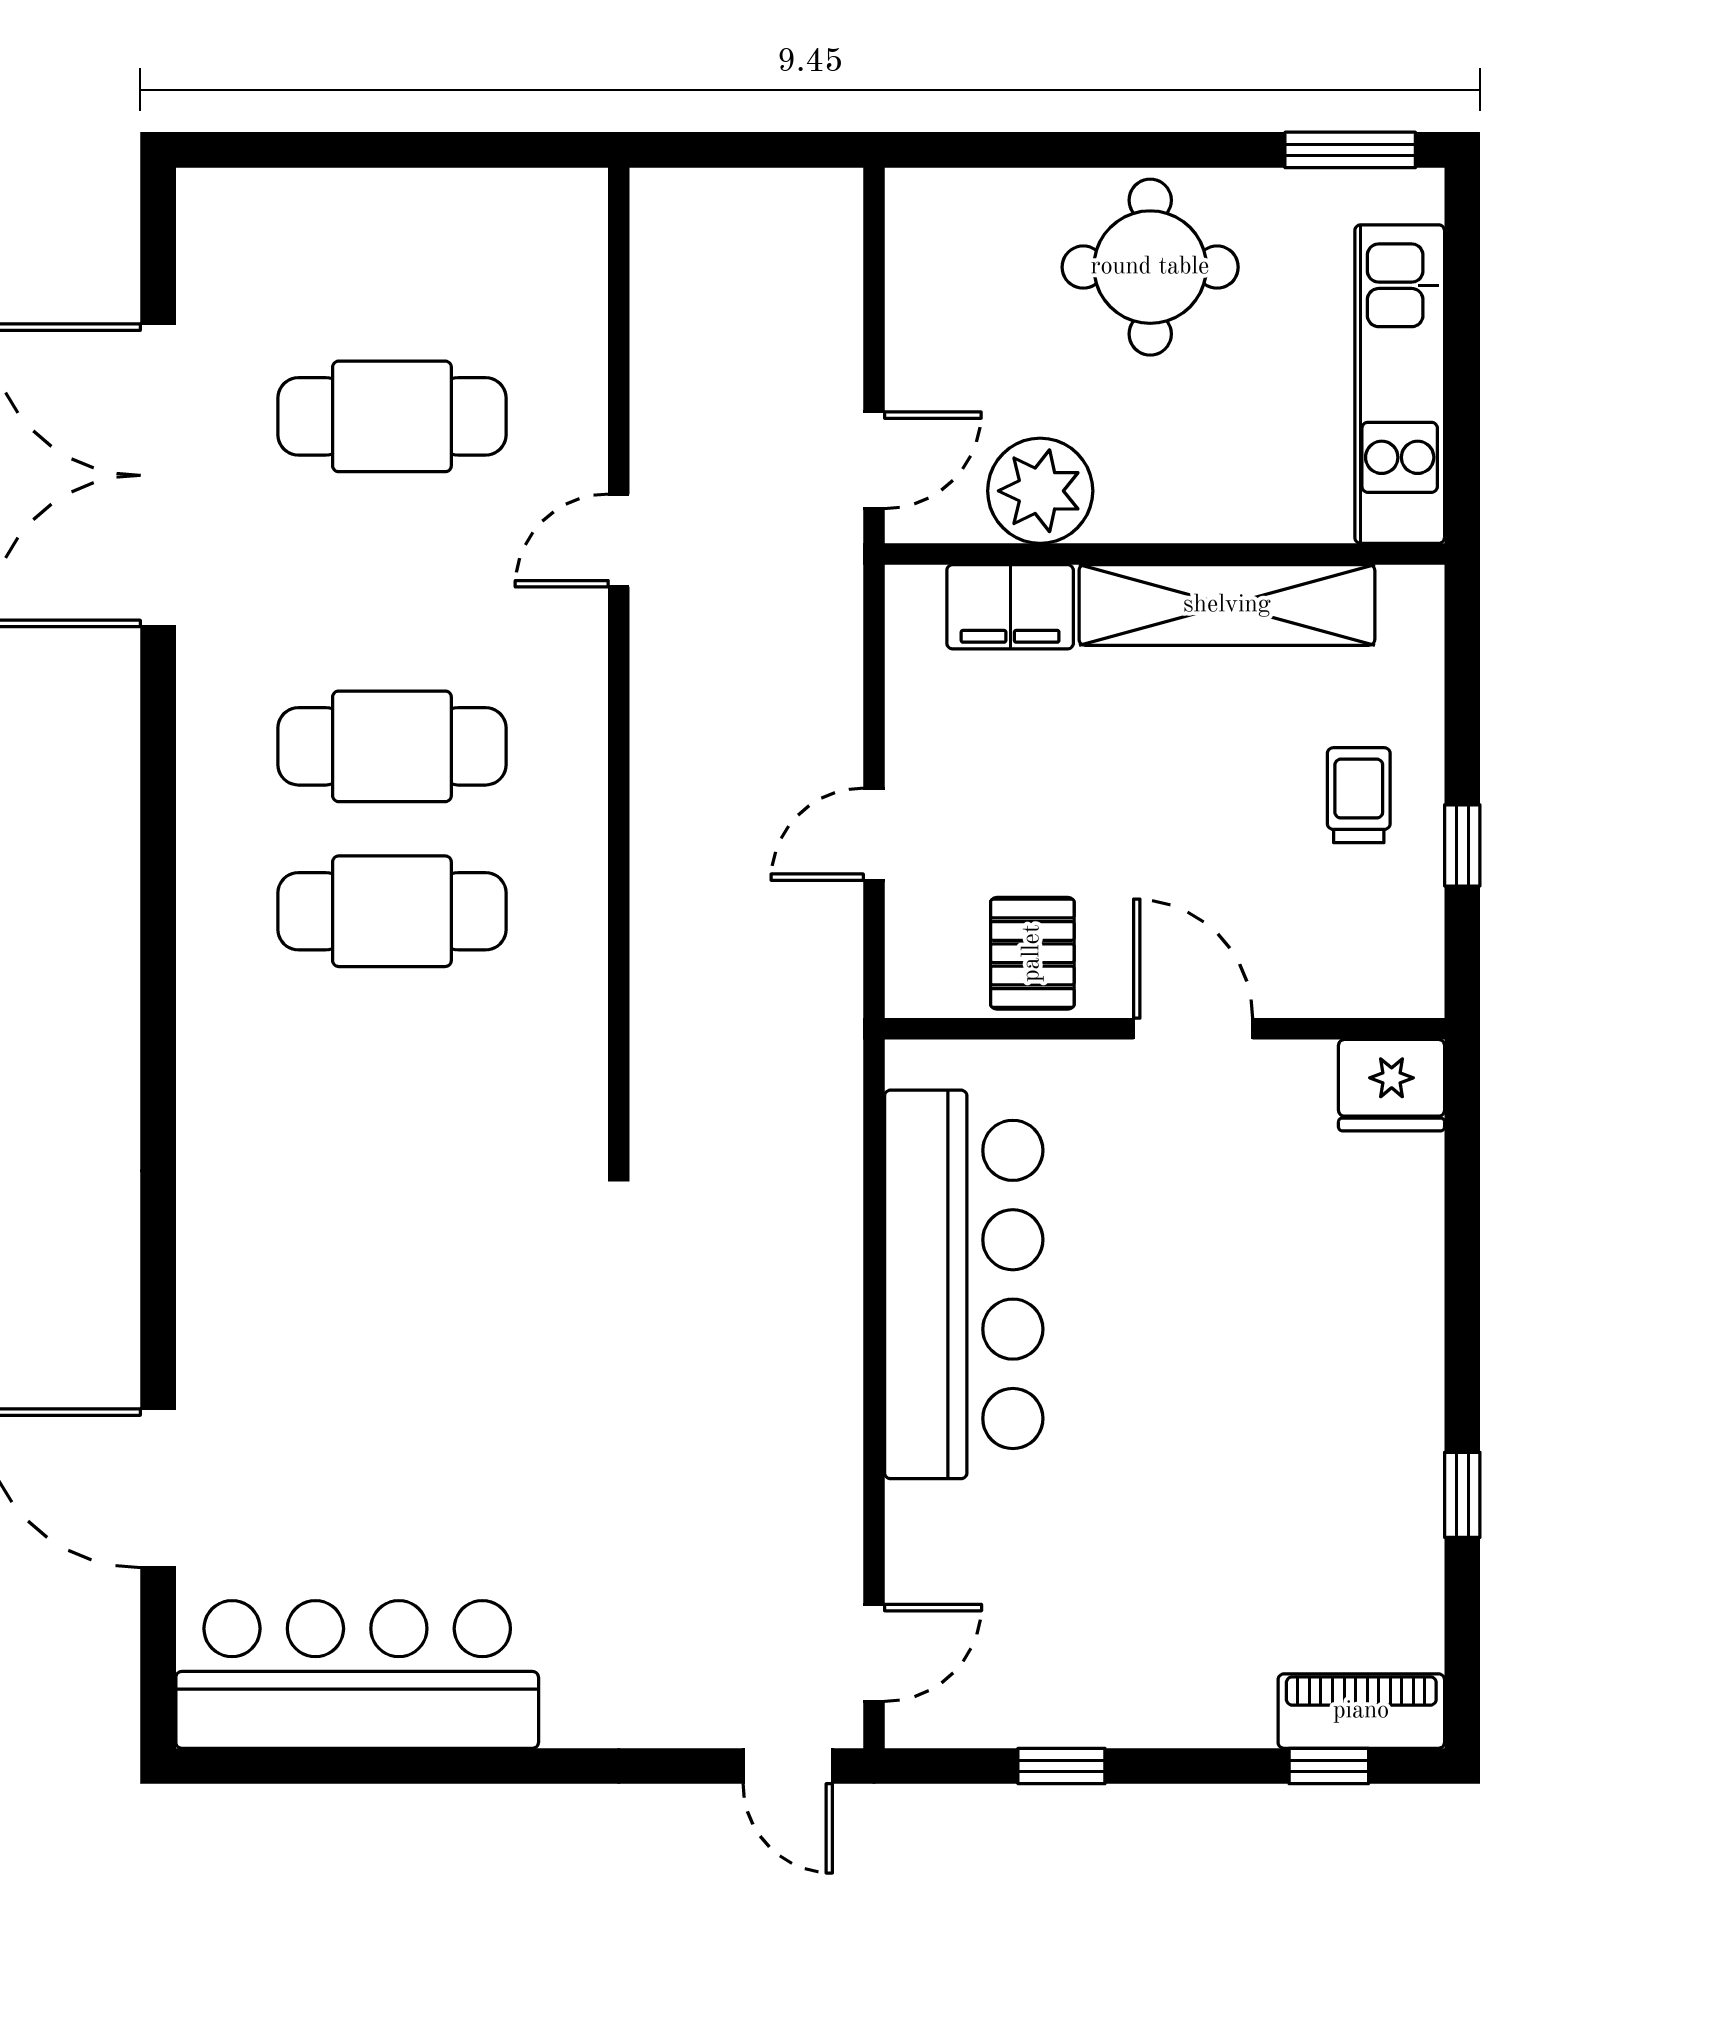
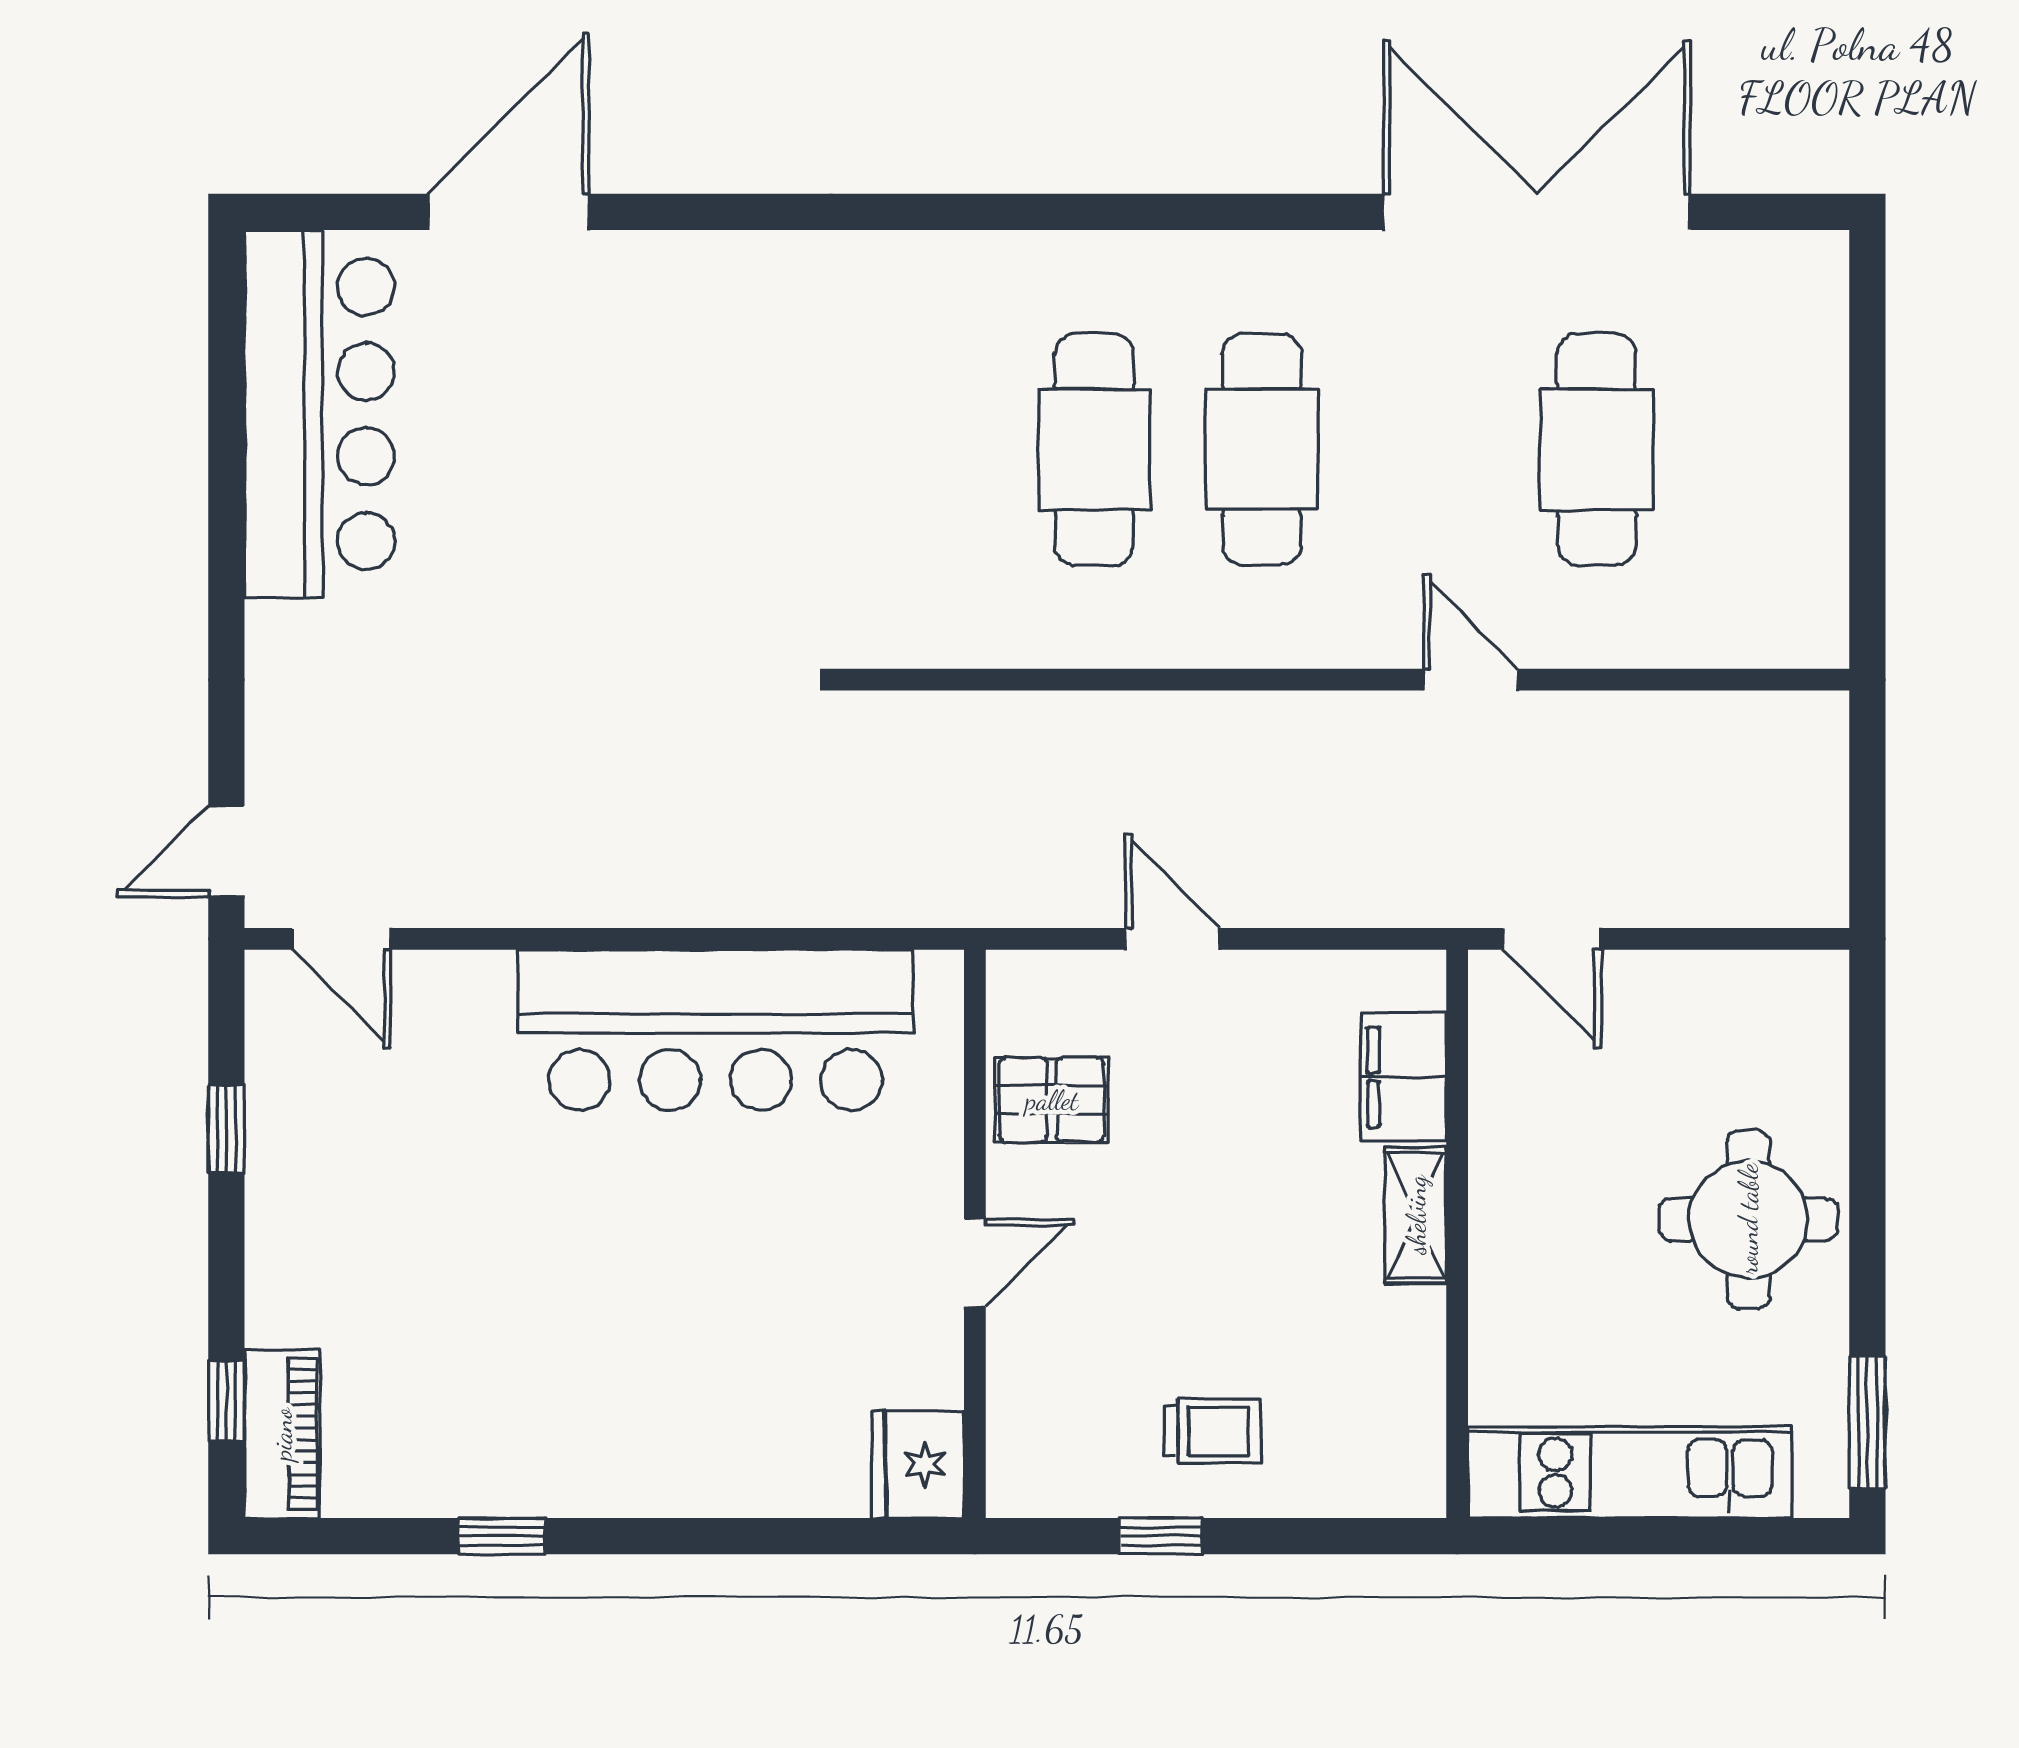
plant: (1040, 491) -> (1521, 1108), removed
shelving: (1227, 605) -> (1416, 1215), width x0.45, depth x0.75
door: (1193, 1029) -> (975, 1263), width x0.73

